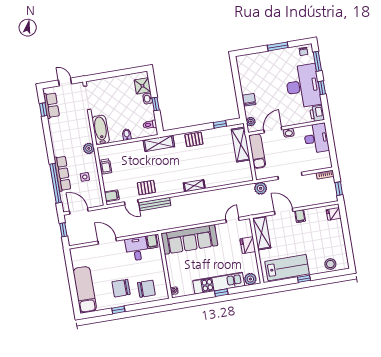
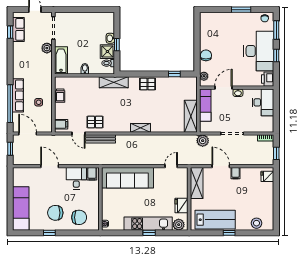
shower: (142, 86) -> (107, 52), moved
shelving: (241, 145) -> (191, 116), moved
plant: (89, 148) -> (47, 48), moved
fridge: (248, 245) -> (182, 206), moved

